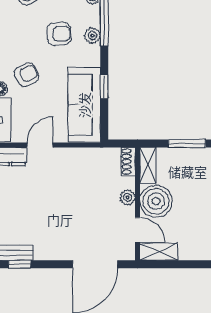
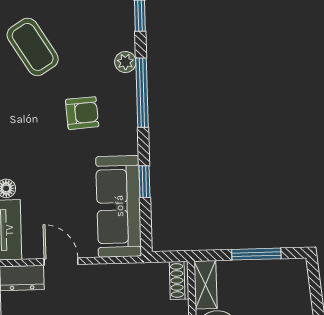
plant: (92, 36) -> (127, 114), removed
armchair: (26, 75) -> (40, 168), removed
door: (40, 145) -> (61, 262), hinge flipped

